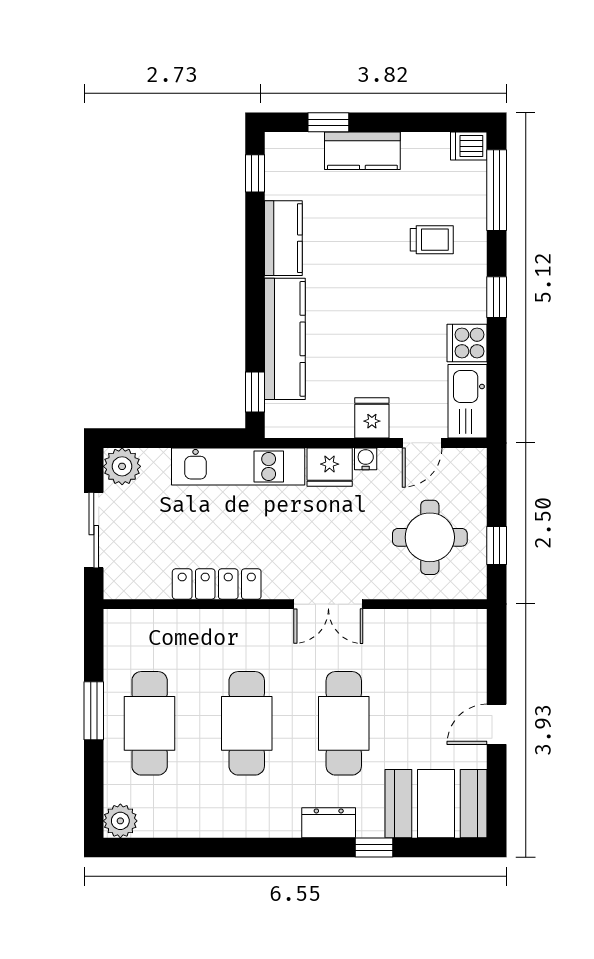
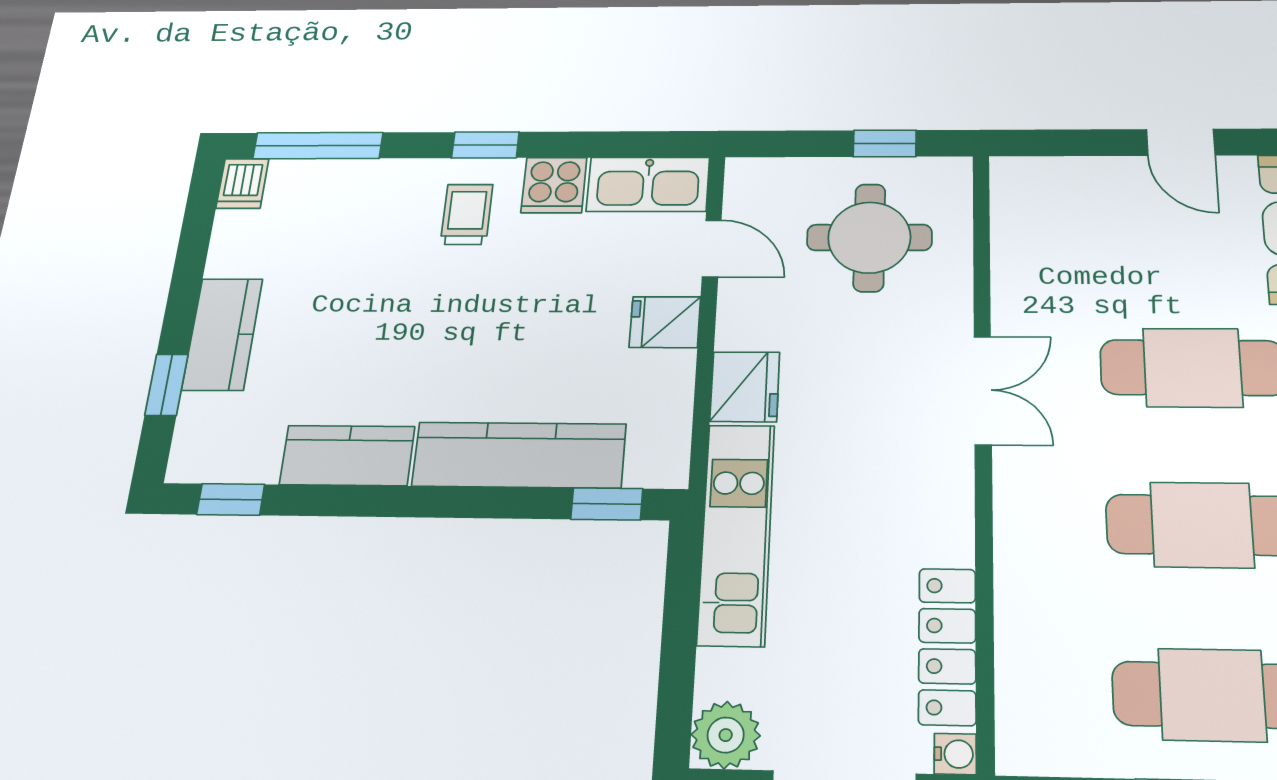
trolley: (432, 240) -> (467, 214), moved
water cooler: (366, 459) -> (955, 754), moved, turned 180
locker: (217, 584) -> (947, 646), moved

